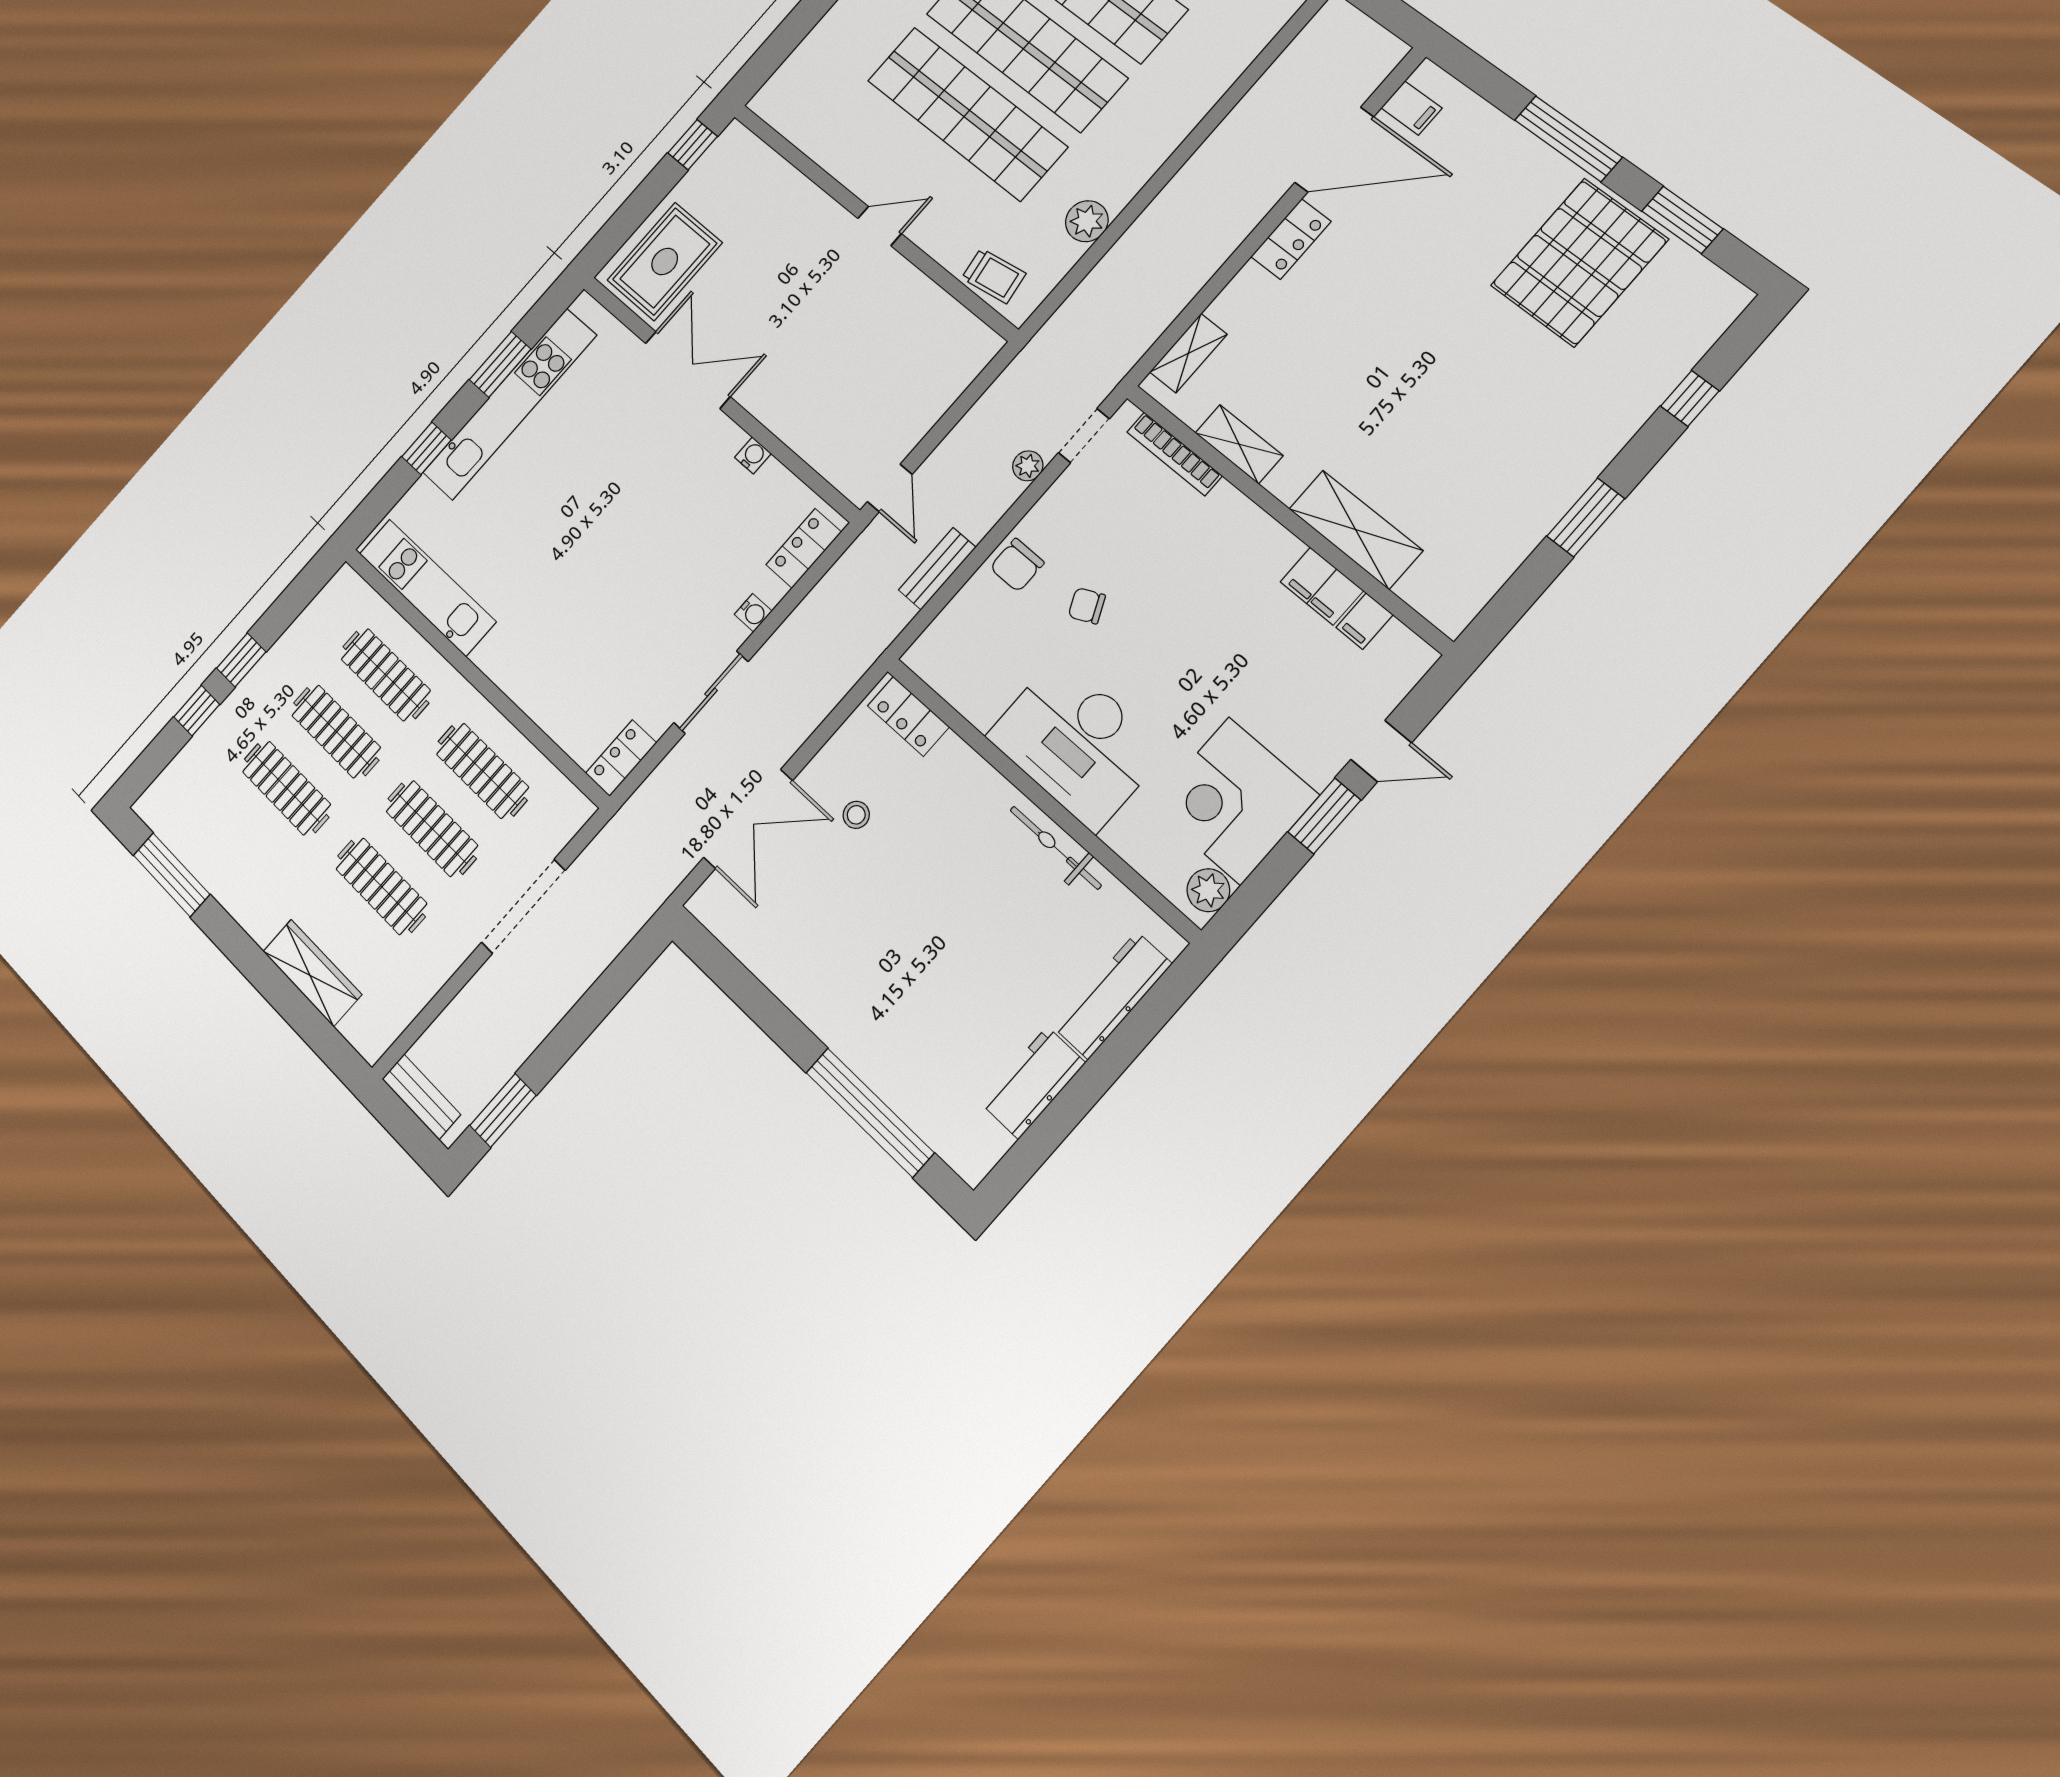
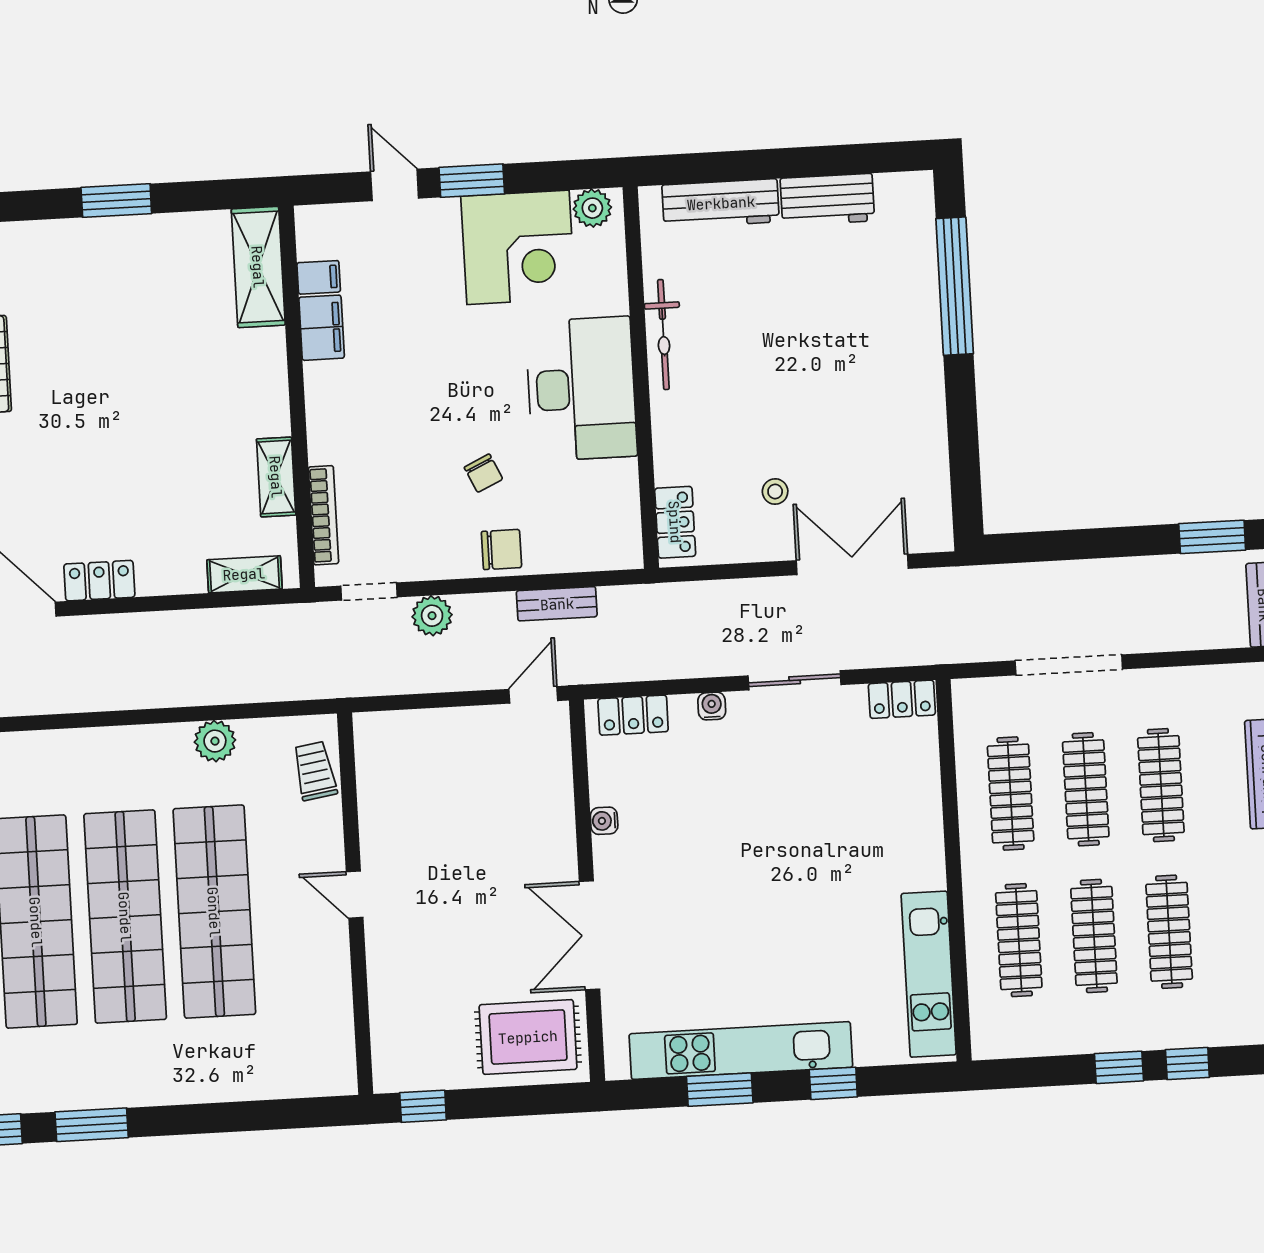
plant: (1028, 466) -> (432, 616), width x1.38, depth x1.38
shelving: (1356, 530) -> (258, 267), moved

